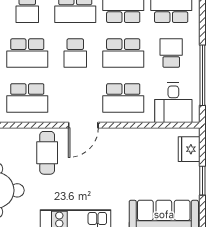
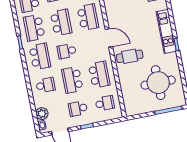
school desk: (27, 53) -> (72, 80), turned 180
school desk: (75, 53) -> (67, 51), turned 180

